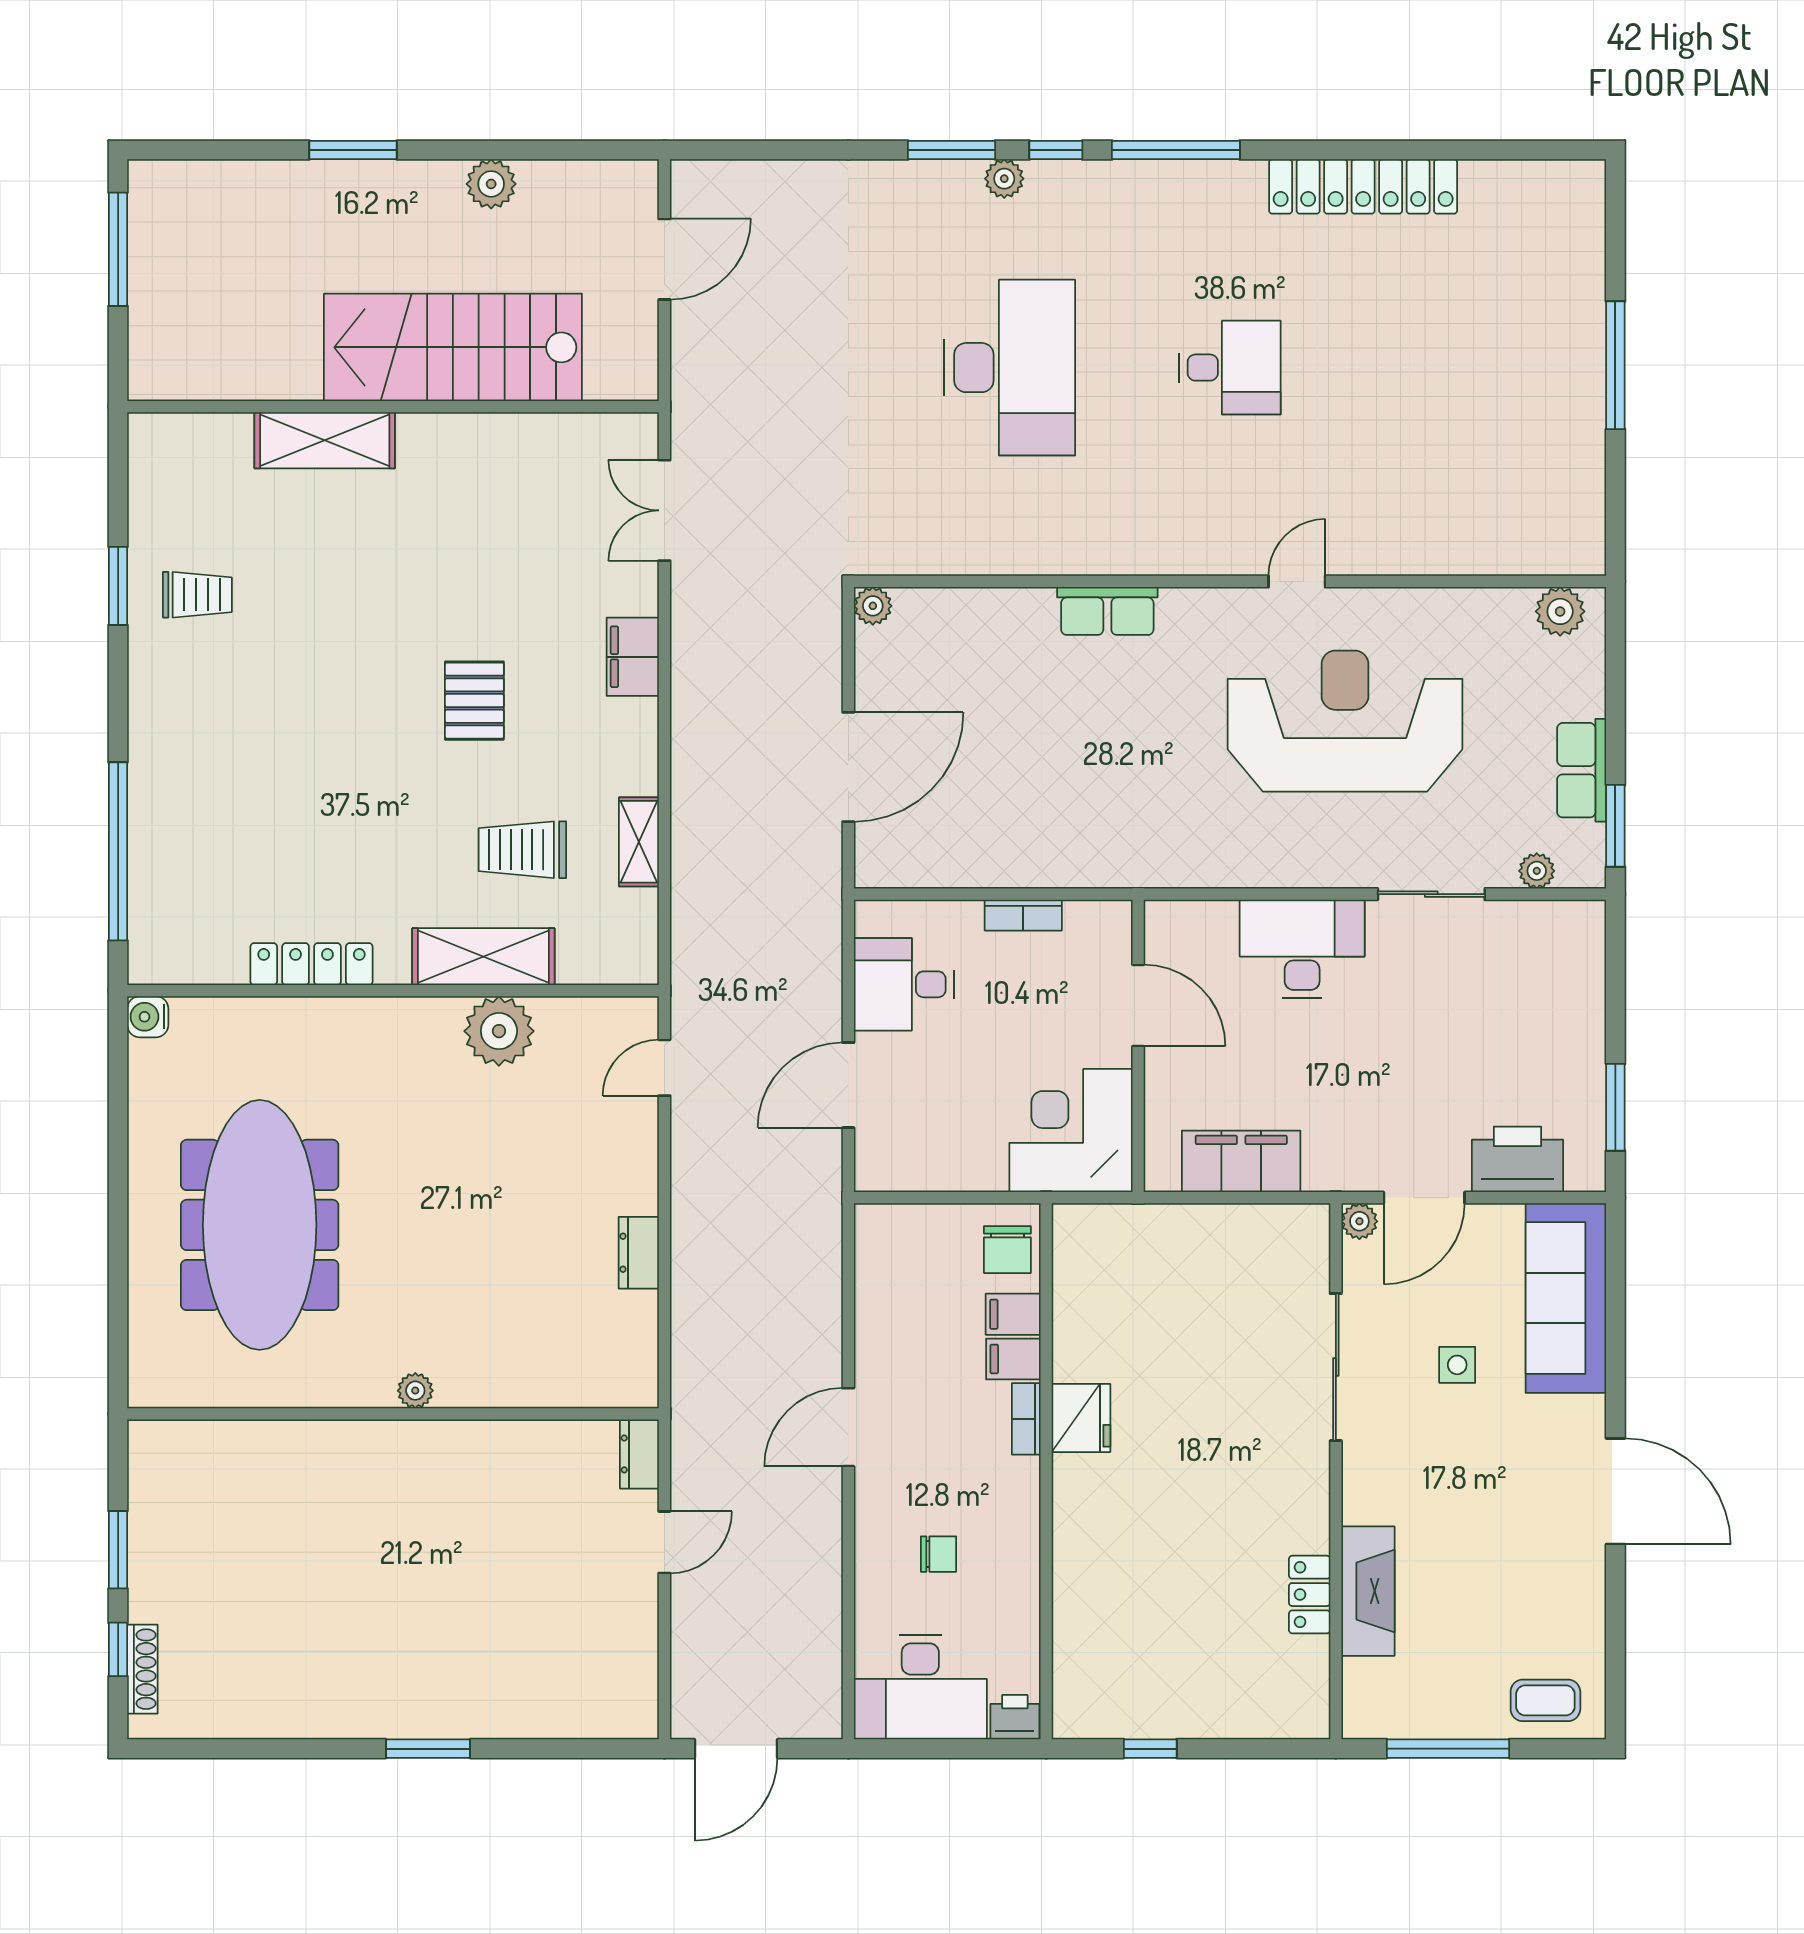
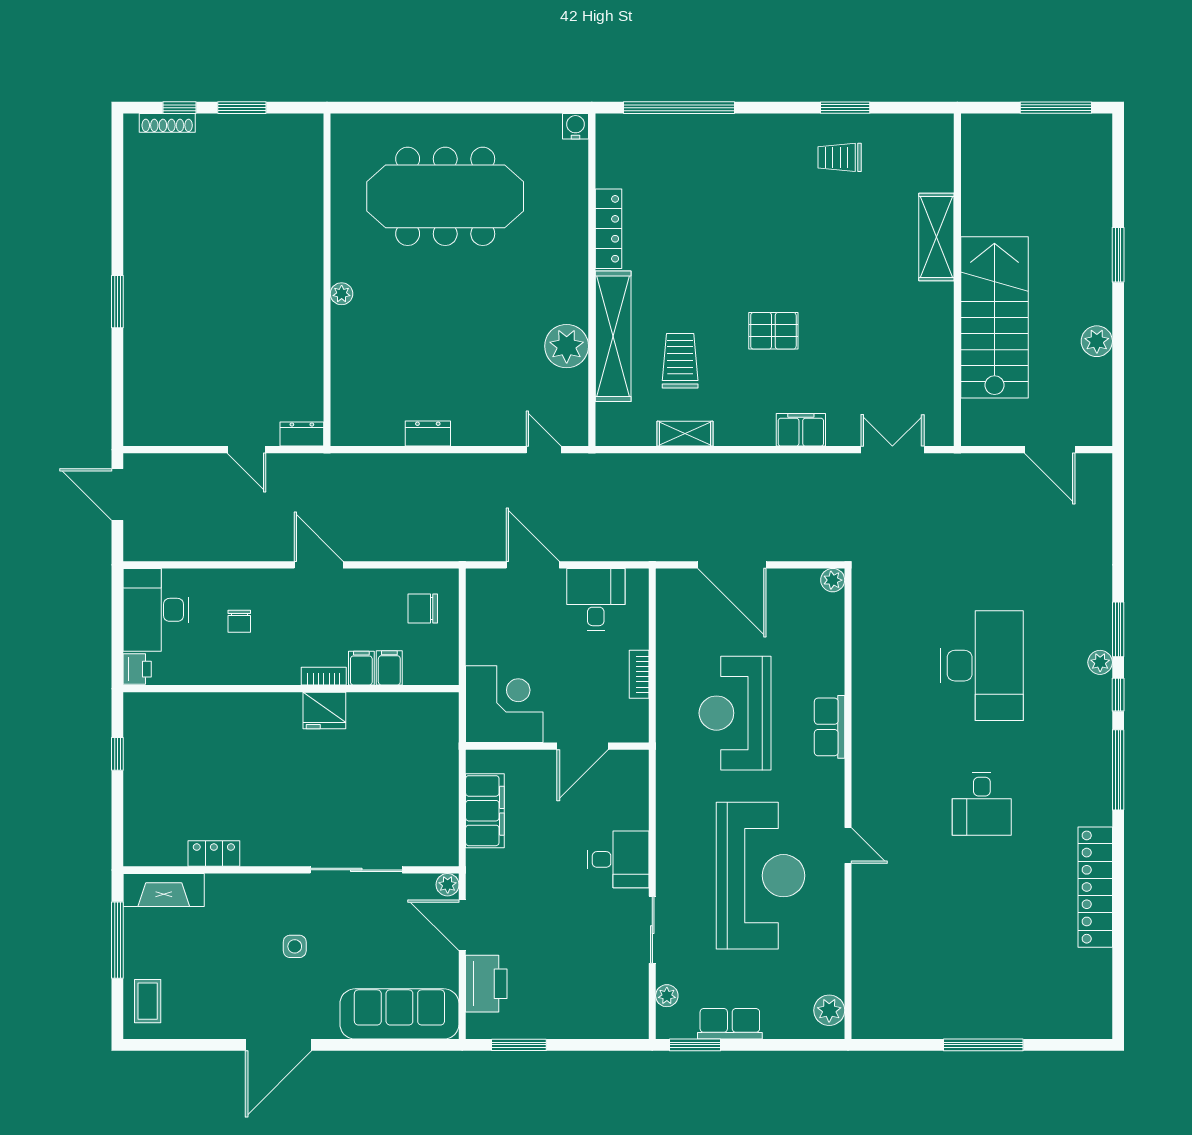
desk: (1009, 368) -> (982, 666), turned -90
trolley: (197, 595) -> (840, 157), turned 90
reception desk: (1085, 762) -> (735, 713), added
desk: (1302, 949) -> (618, 859), width x0.73
shelving: (483, 957) -> (613, 336), width x1.47
chair: (1007, 1250) -> (423, 608), moved
side table: (1457, 1365) -> (295, 946), moved
fireplace: (1368, 1591) -> (164, 890), moved

